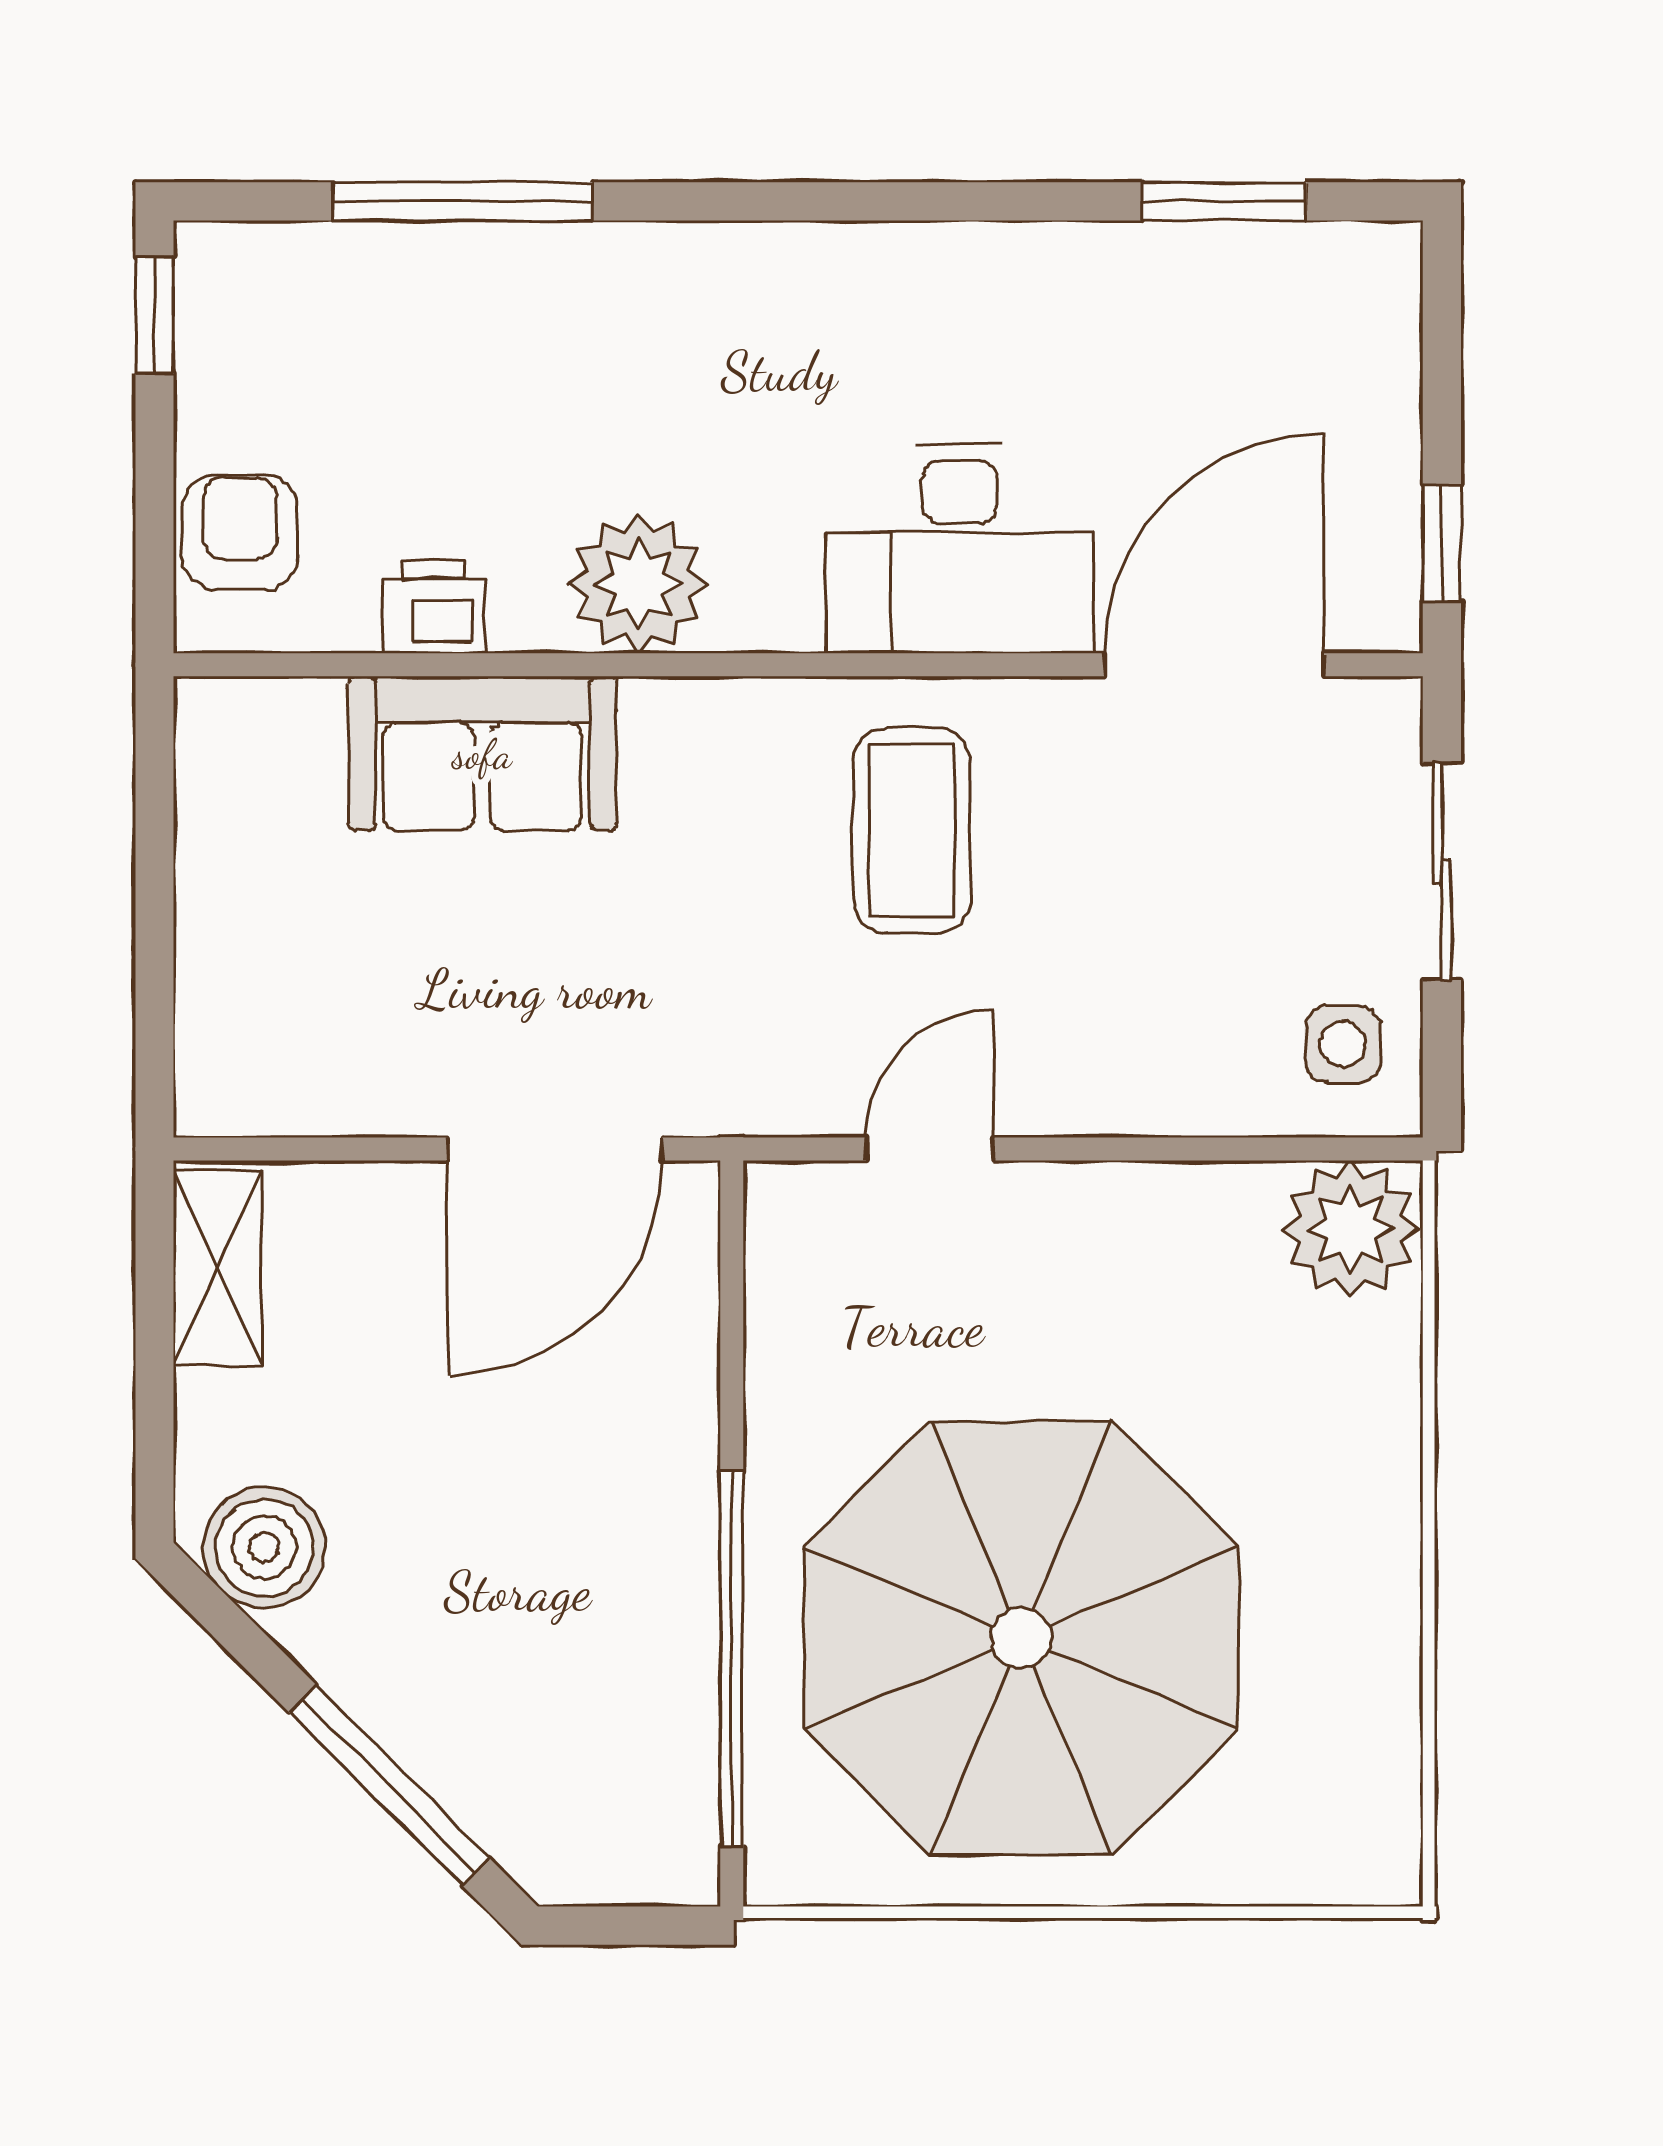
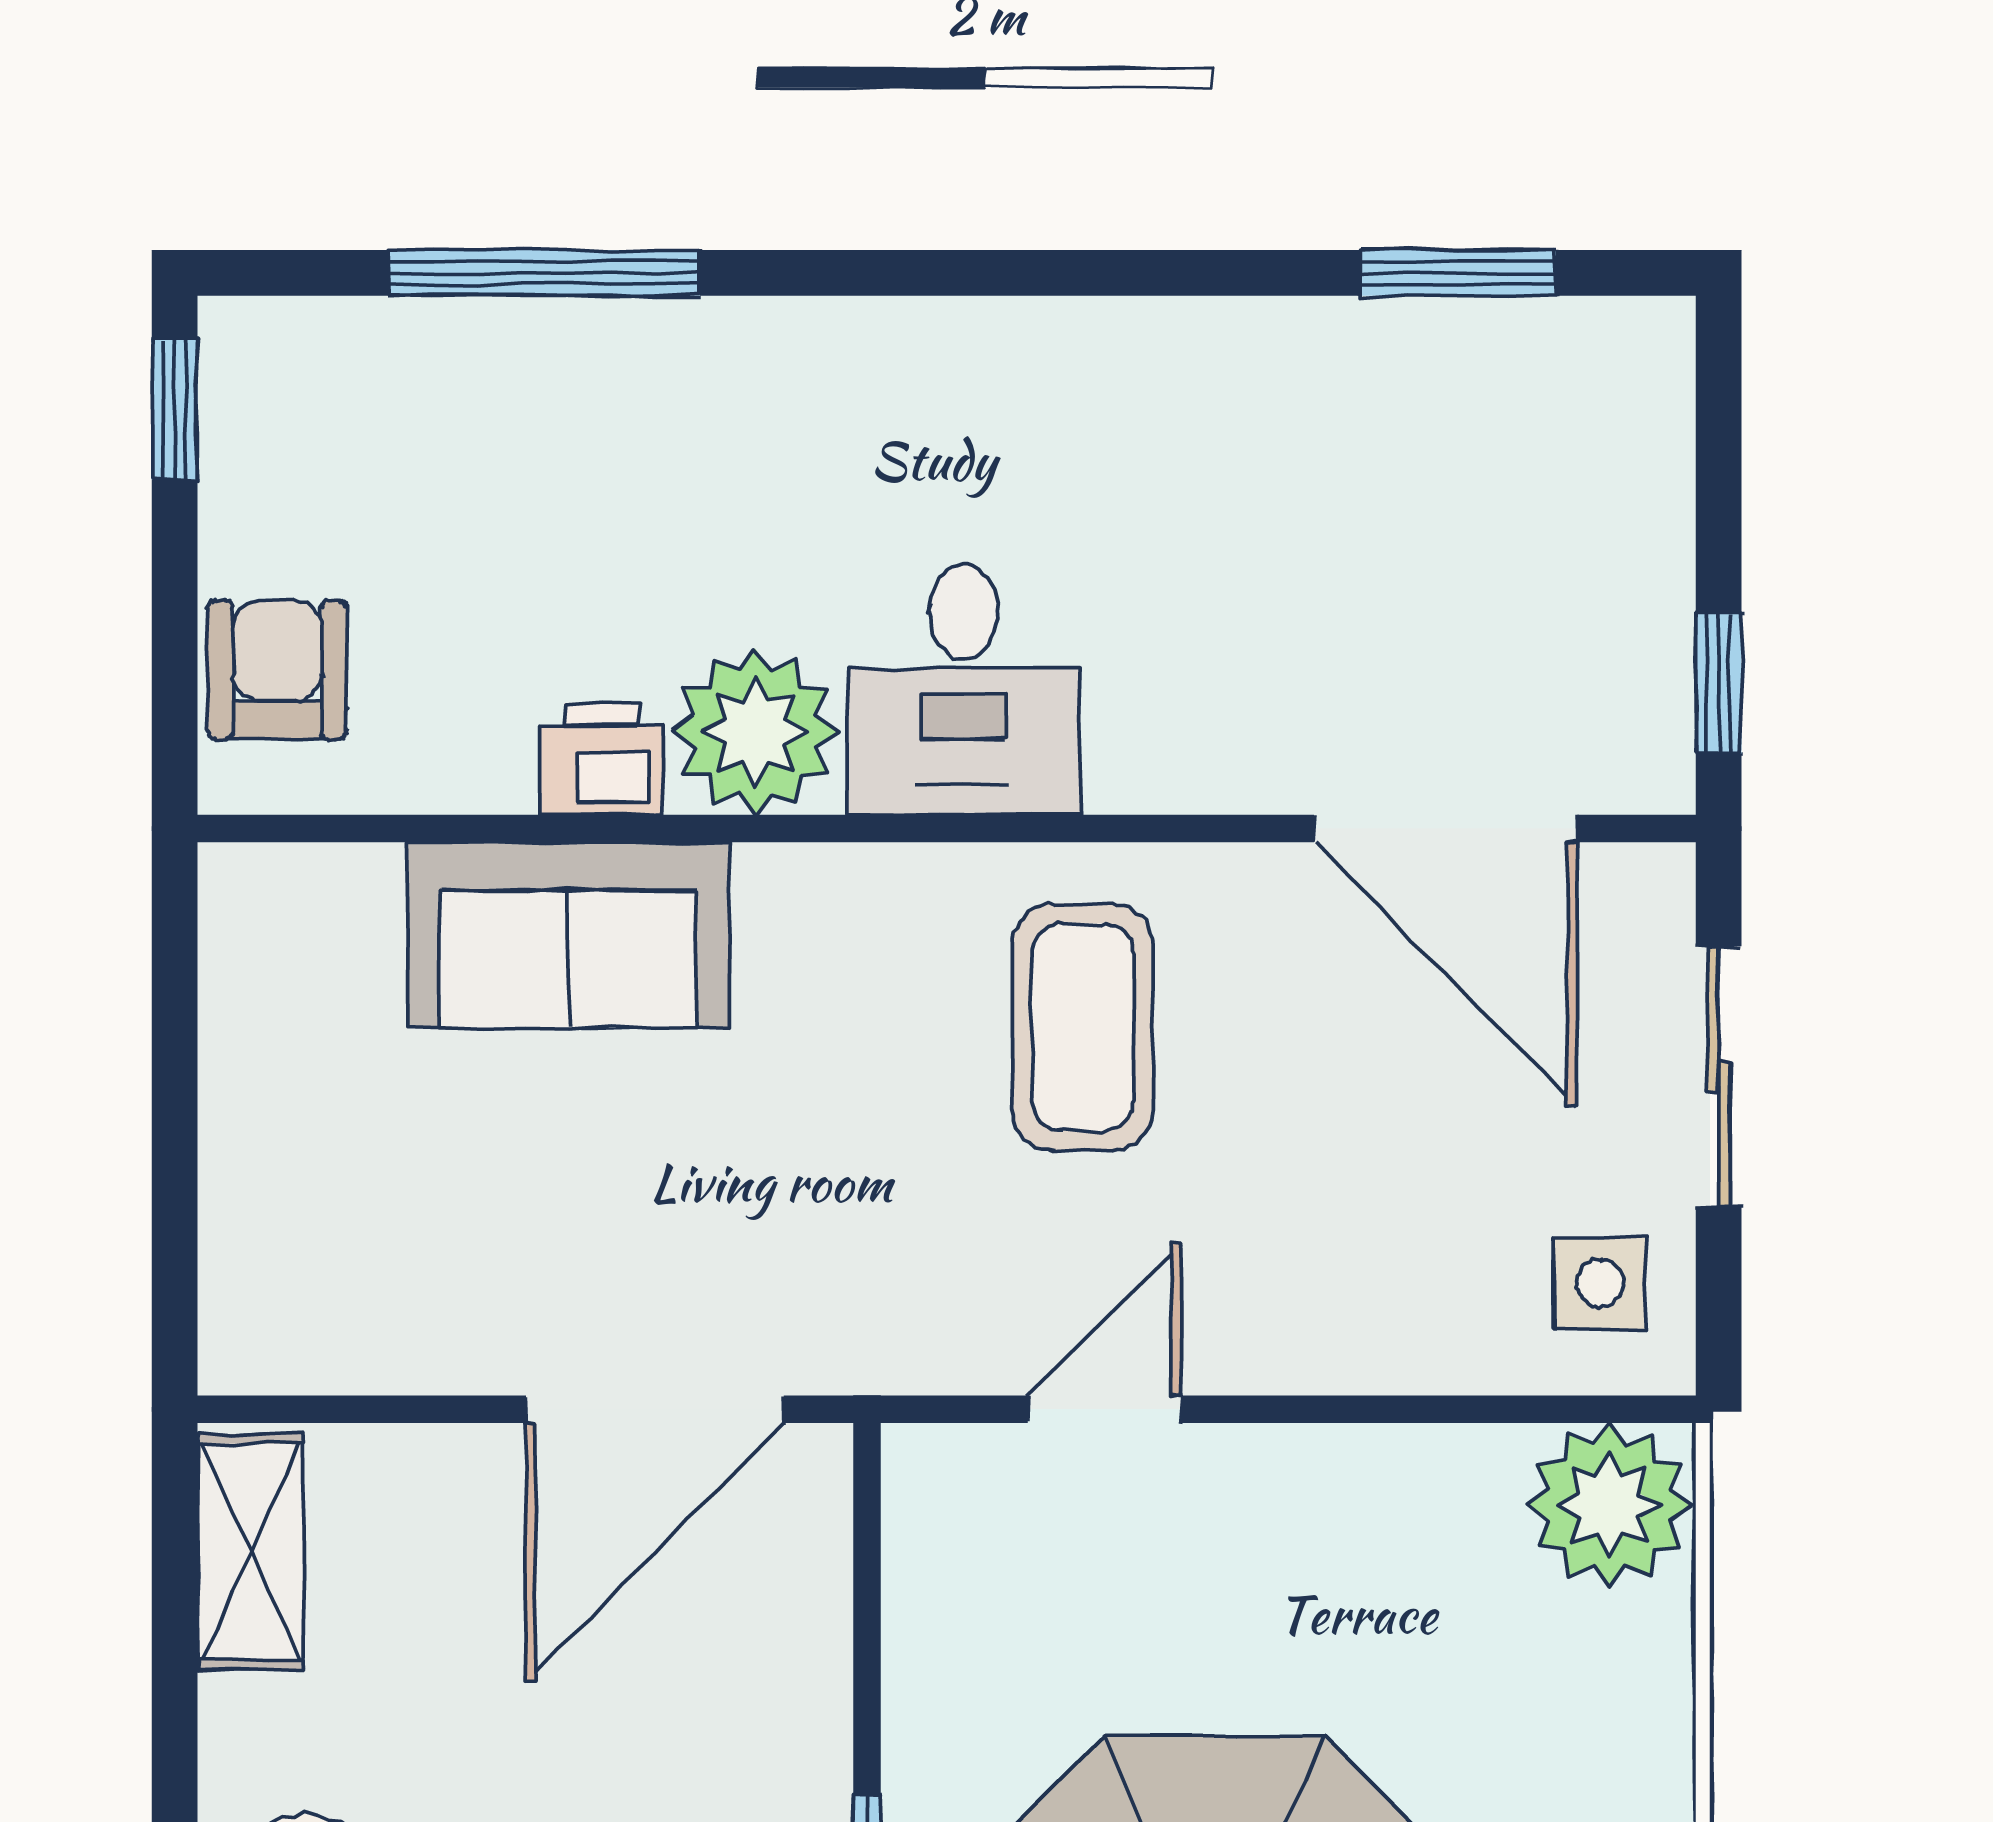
desk: (960, 549) -> (964, 689), moved, width x0.73
printer: (434, 607) -> (601, 759), moved
door: (1214, 665) -> (1446, 829), swing flipped

